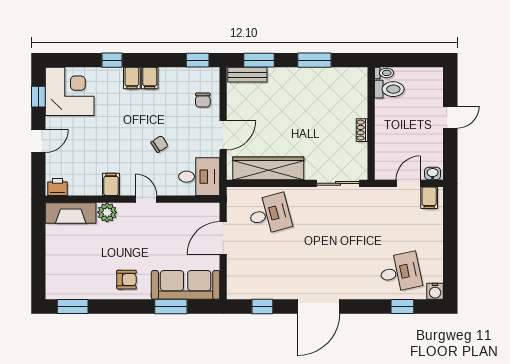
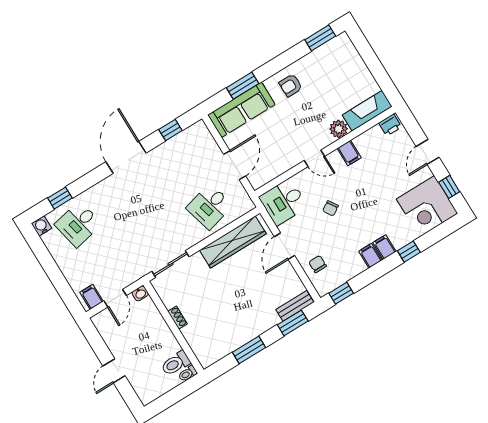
washbasin: (433, 173) -> (140, 293), moved

